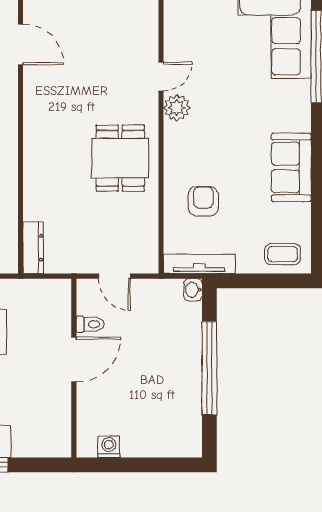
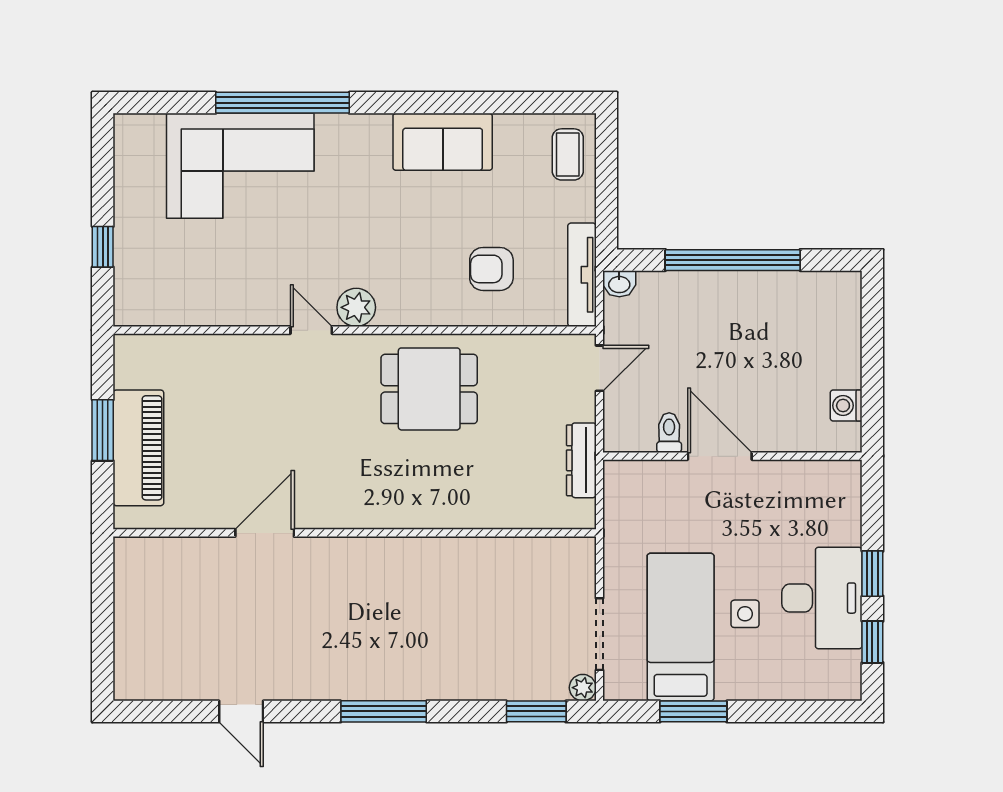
dresser: (33, 248) -> (581, 460), moved, turned -90
door: (114, 276) -> (600, 368), moved

